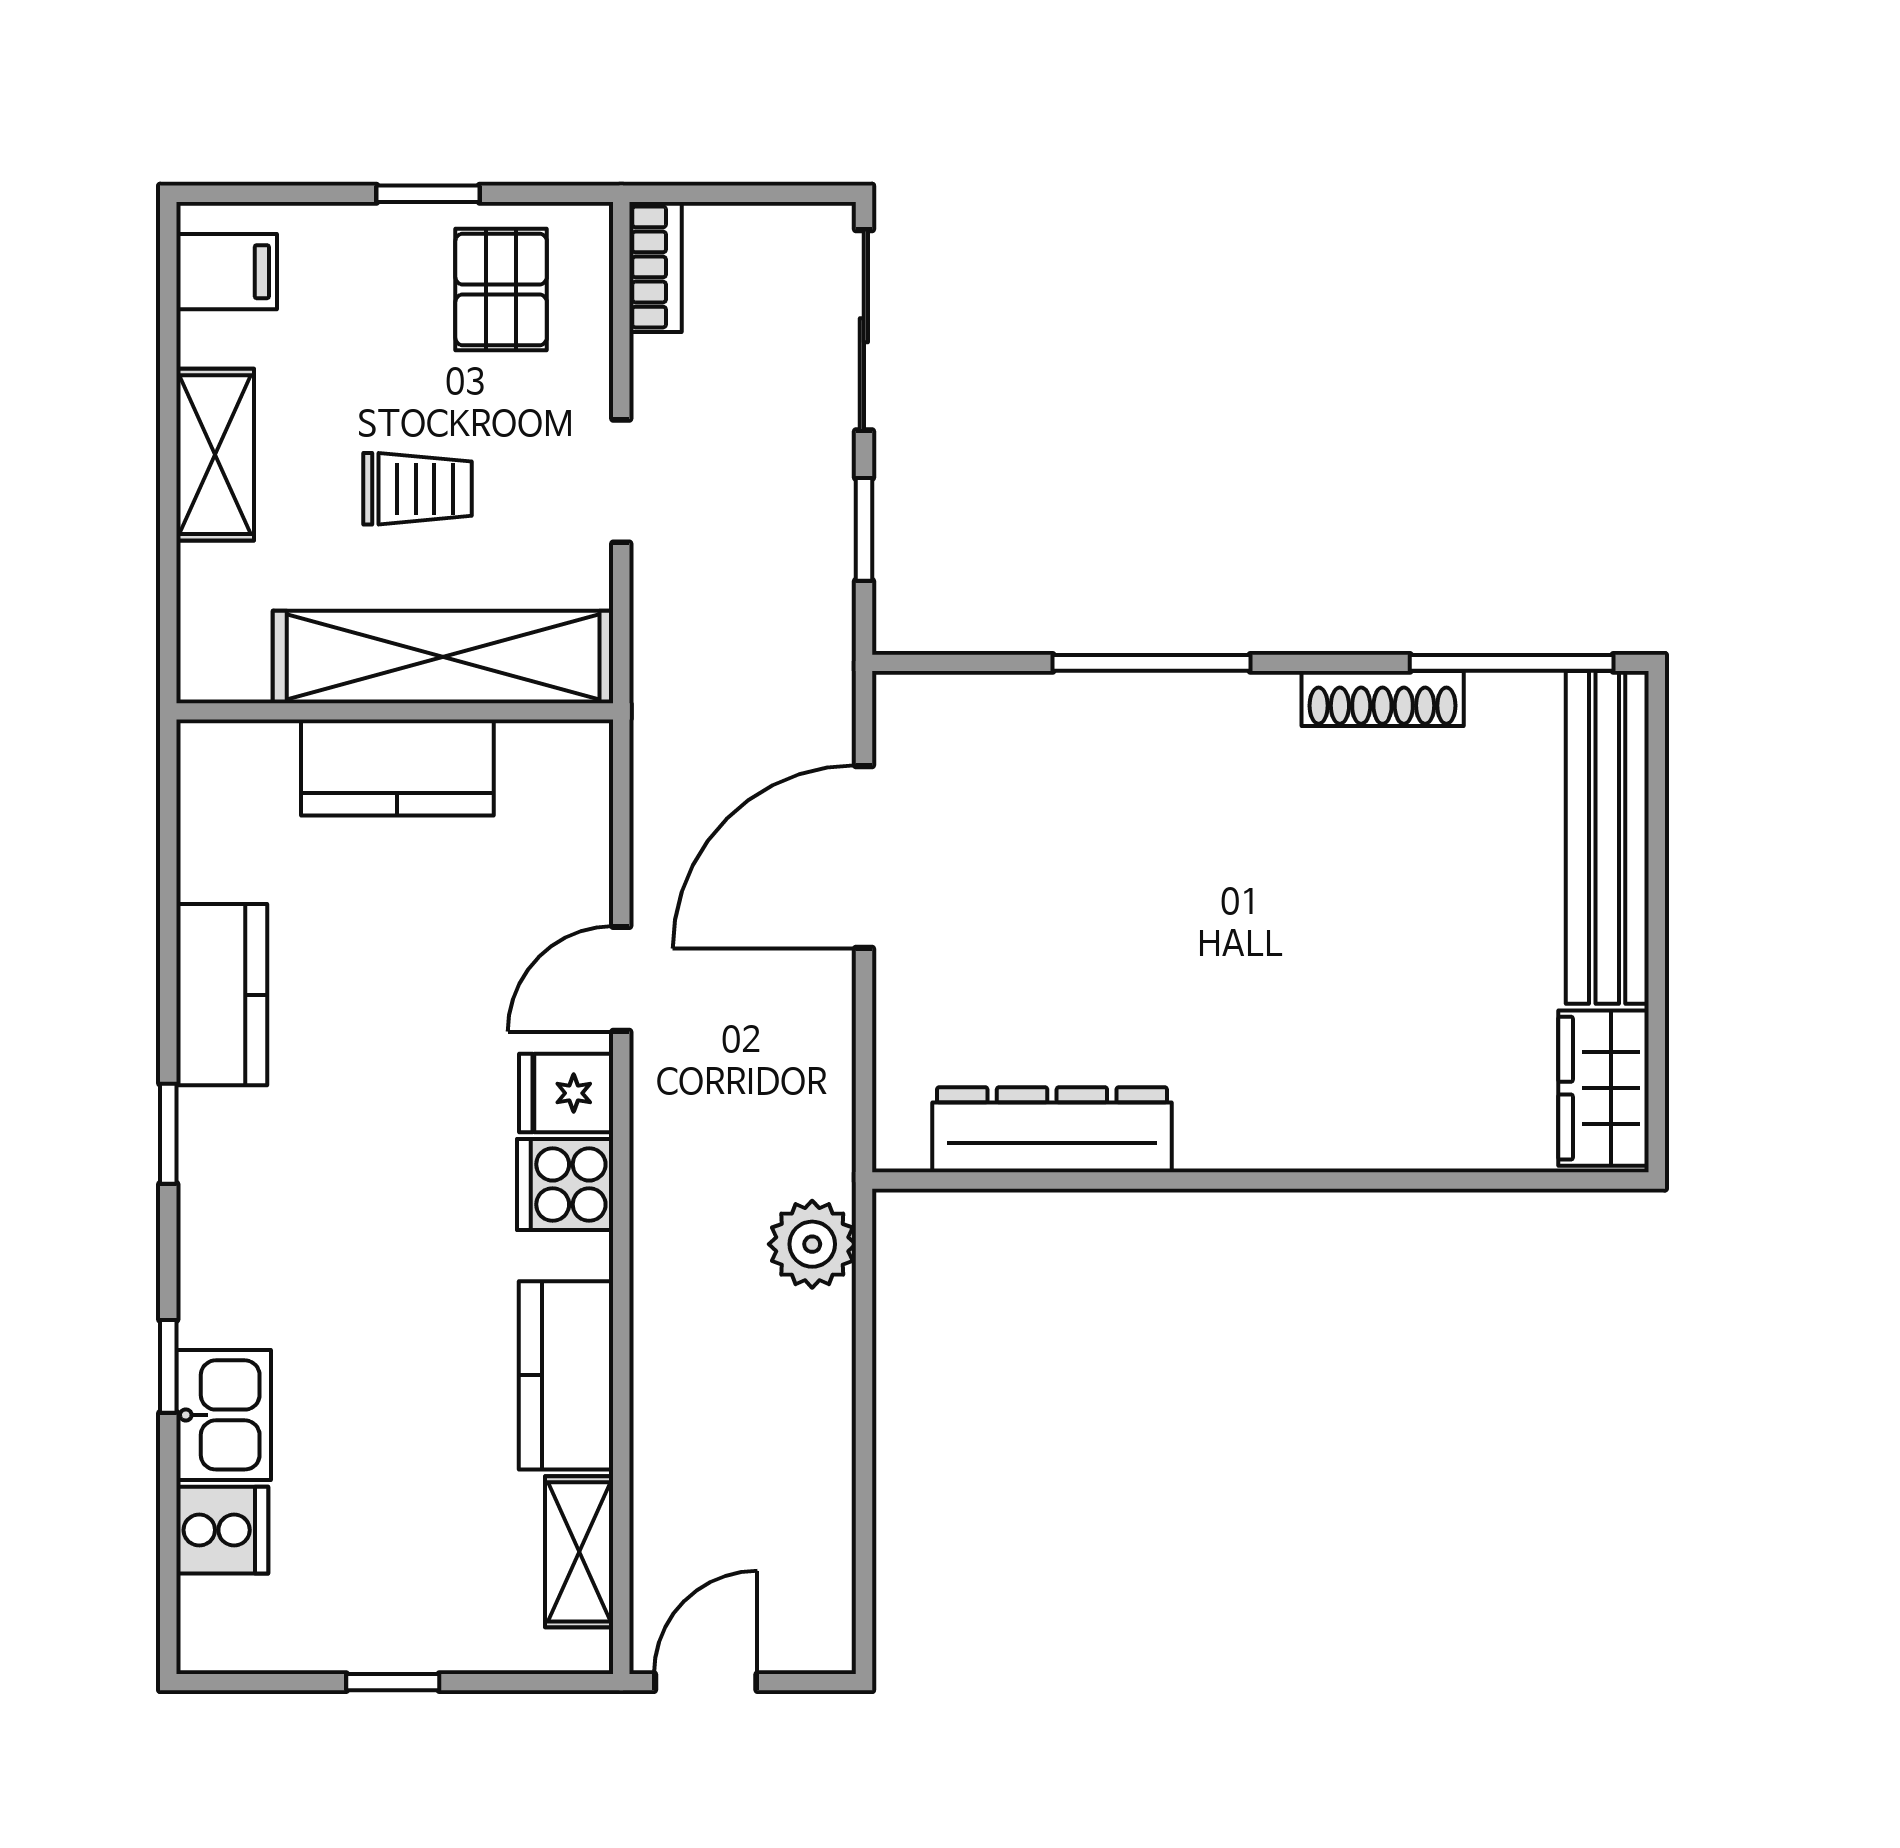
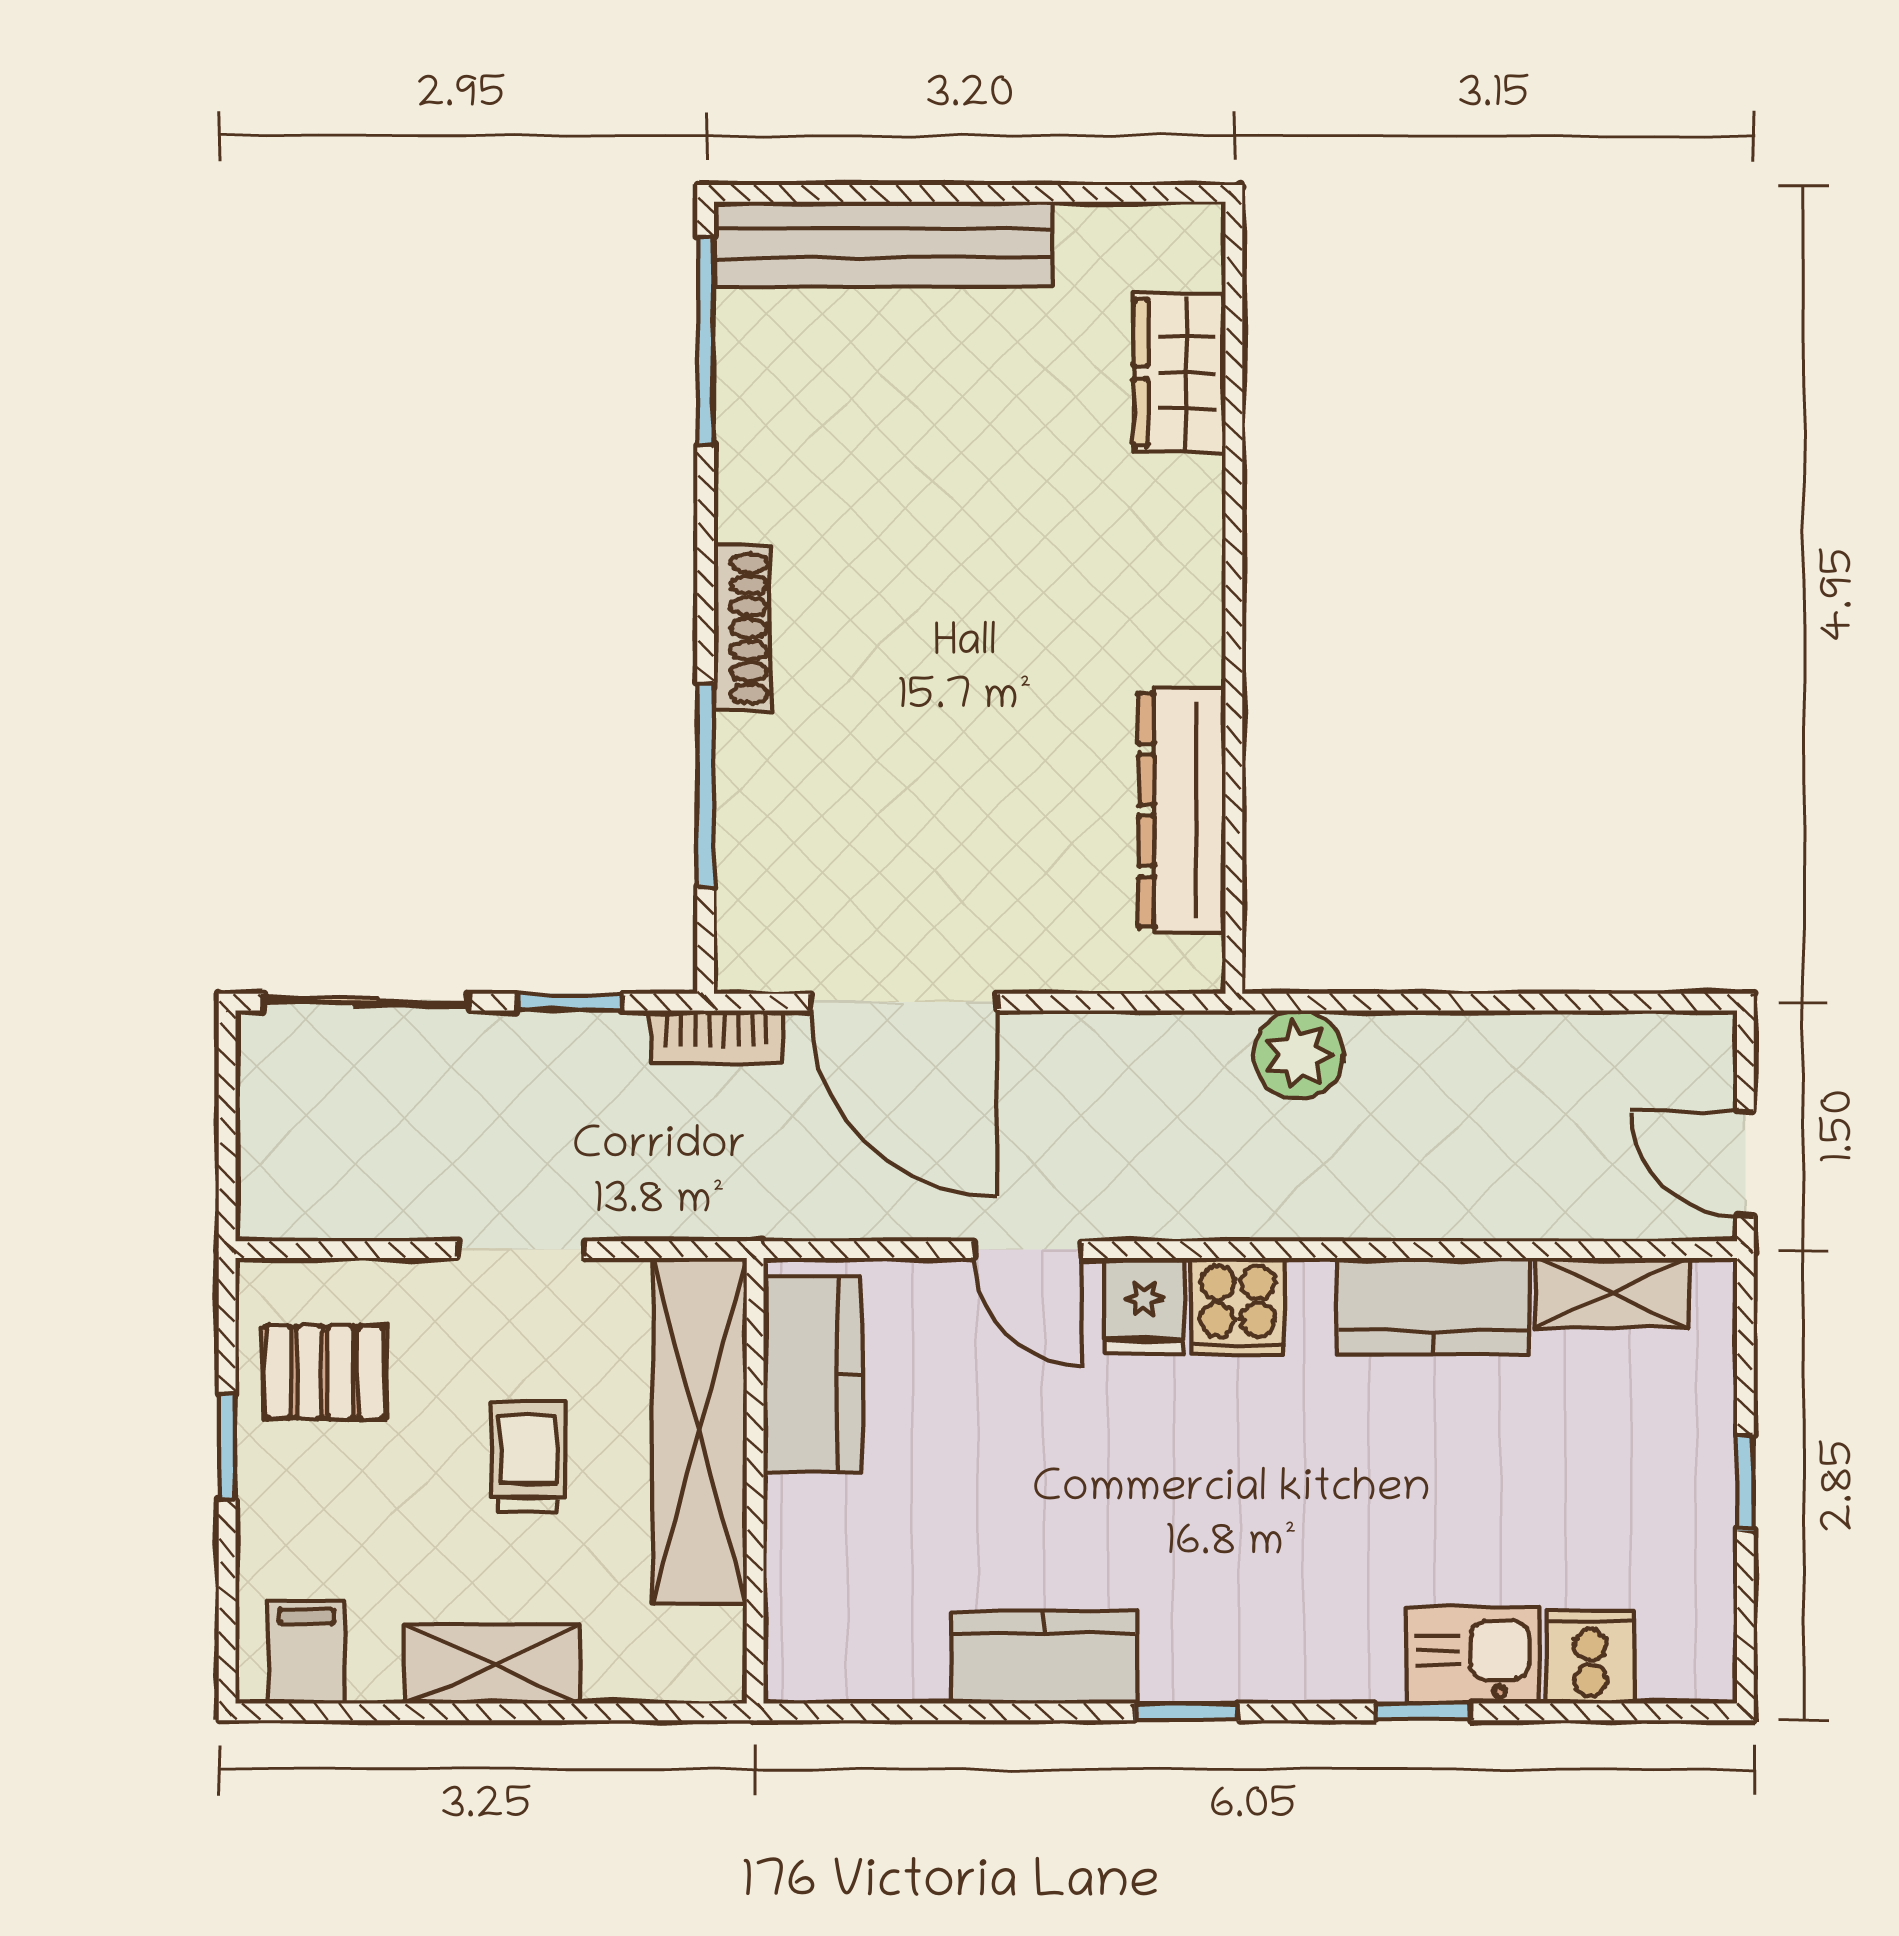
bookcase: (655, 267) -> (716, 1037), moved, turned 180
window: (1152, 663) -> (706, 786), moved
shoe rack: (1383, 698) -> (742, 628), moved
kitchen counter: (397, 768) -> (812, 1374), moved
wardrobe: (1603, 1088) -> (1179, 373), moved, turned 90

